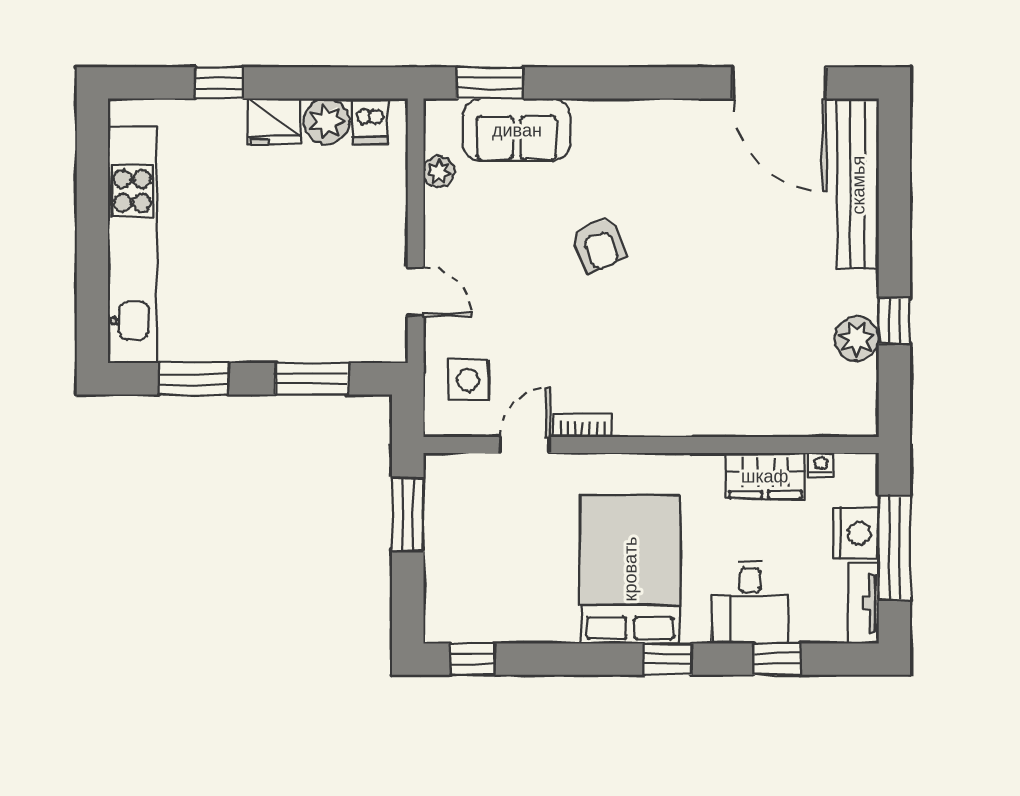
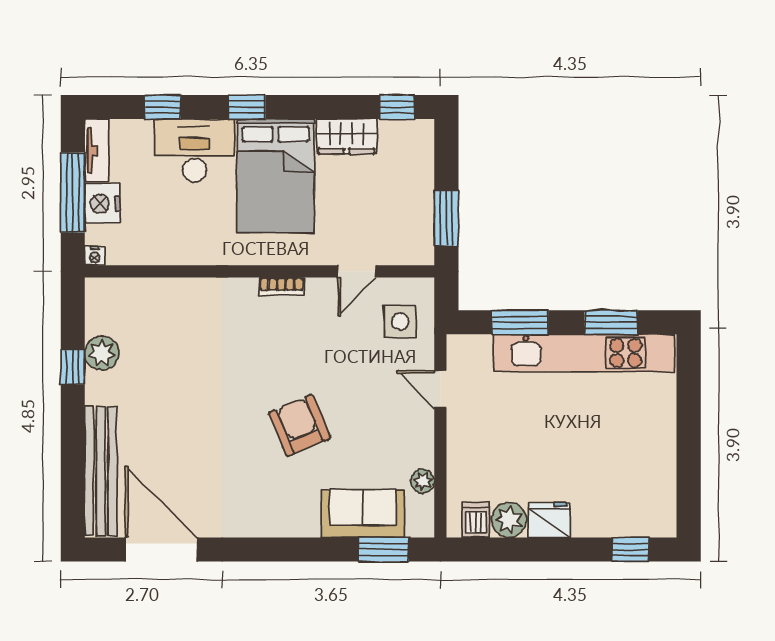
window: (219, 83) -> (630, 549), moved
kitchen unit: (132, 245) -> (584, 353), moved, turned -90
armchair: (599, 245) -> (300, 425), width x1.38, depth x1.38
bookcase: (583, 425) -> (281, 286), moved
nightstand: (821, 465) -> (95, 256), moved
wardrobe: (765, 476) -> (347, 136), moved, turned 180
desk: (750, 602) -> (194, 151), width x1.37

